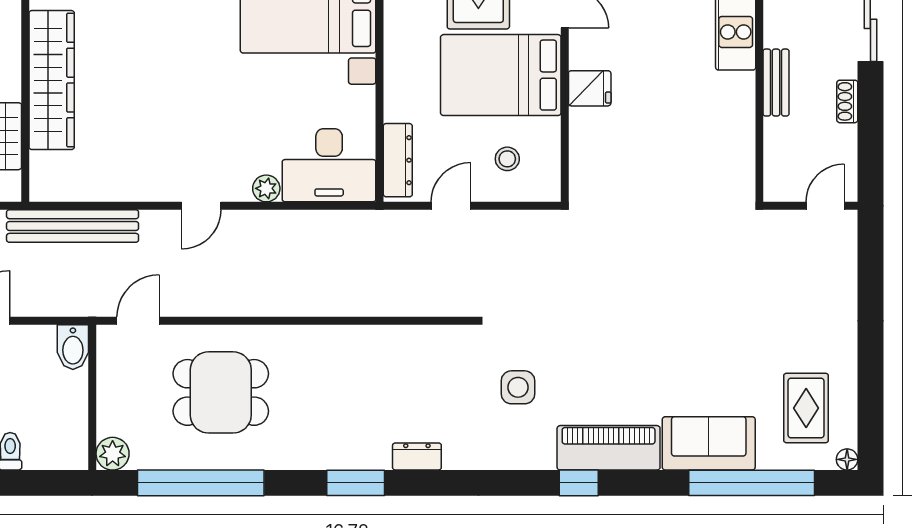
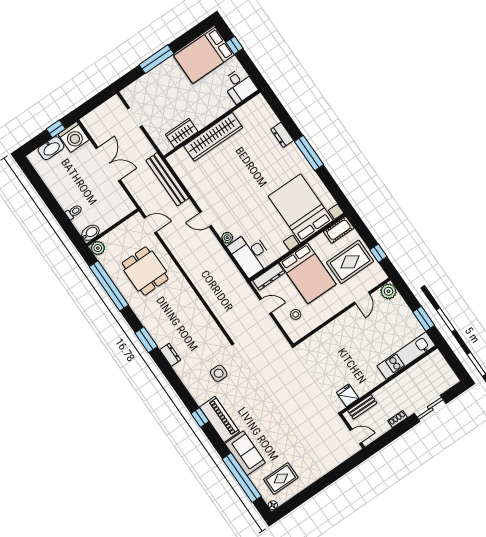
bed: (501, 75) -> (308, 273), moved, turned 180
bench: (776, 83) -> (362, 407), moved
fridge: (590, 88) -> (348, 395), moved, turned 180
bidet: (73, 347) -> (90, 233), moved, turned 180

